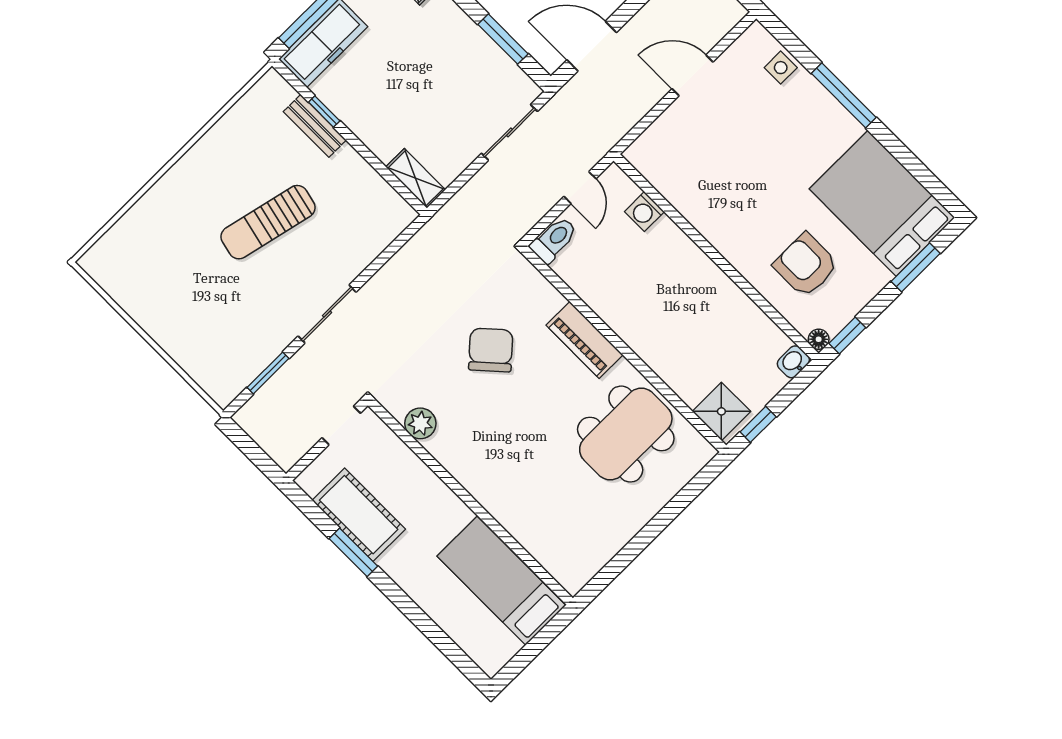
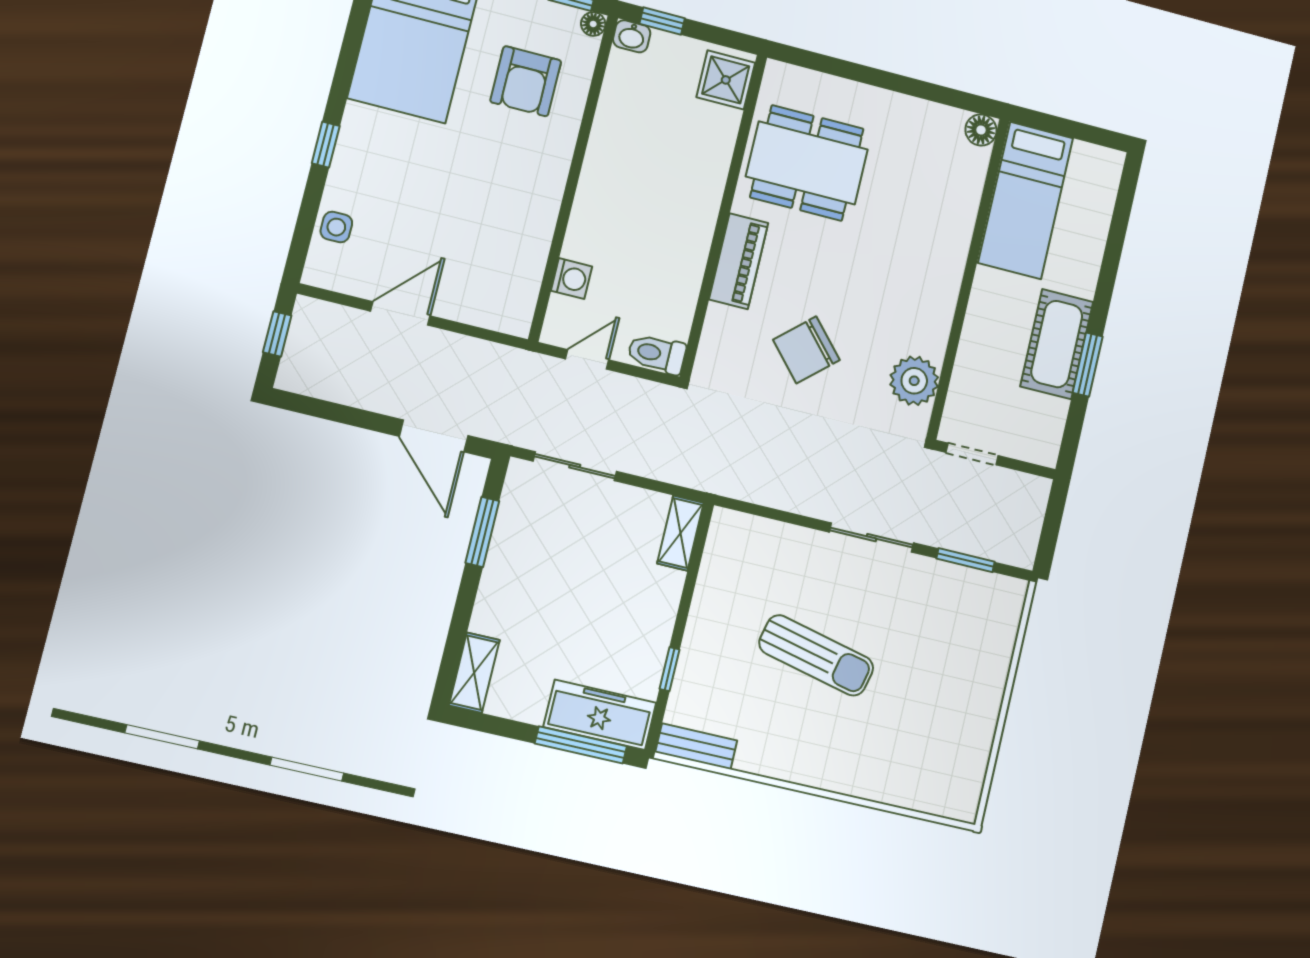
door: (693, 75) -> (400, 313), swing flipped
window: (844, 95) -> (326, 145), width x0.46
bench: (315, 126) -> (696, 746), moved, turned 90
plant: (420, 423) -> (914, 381), width x1.36, depth x1.36
window: (758, 424) -> (662, 21), moved
cot: (359, 515) -> (1057, 344), moved
floor lamp: (573, 579) -> (981, 130), added

